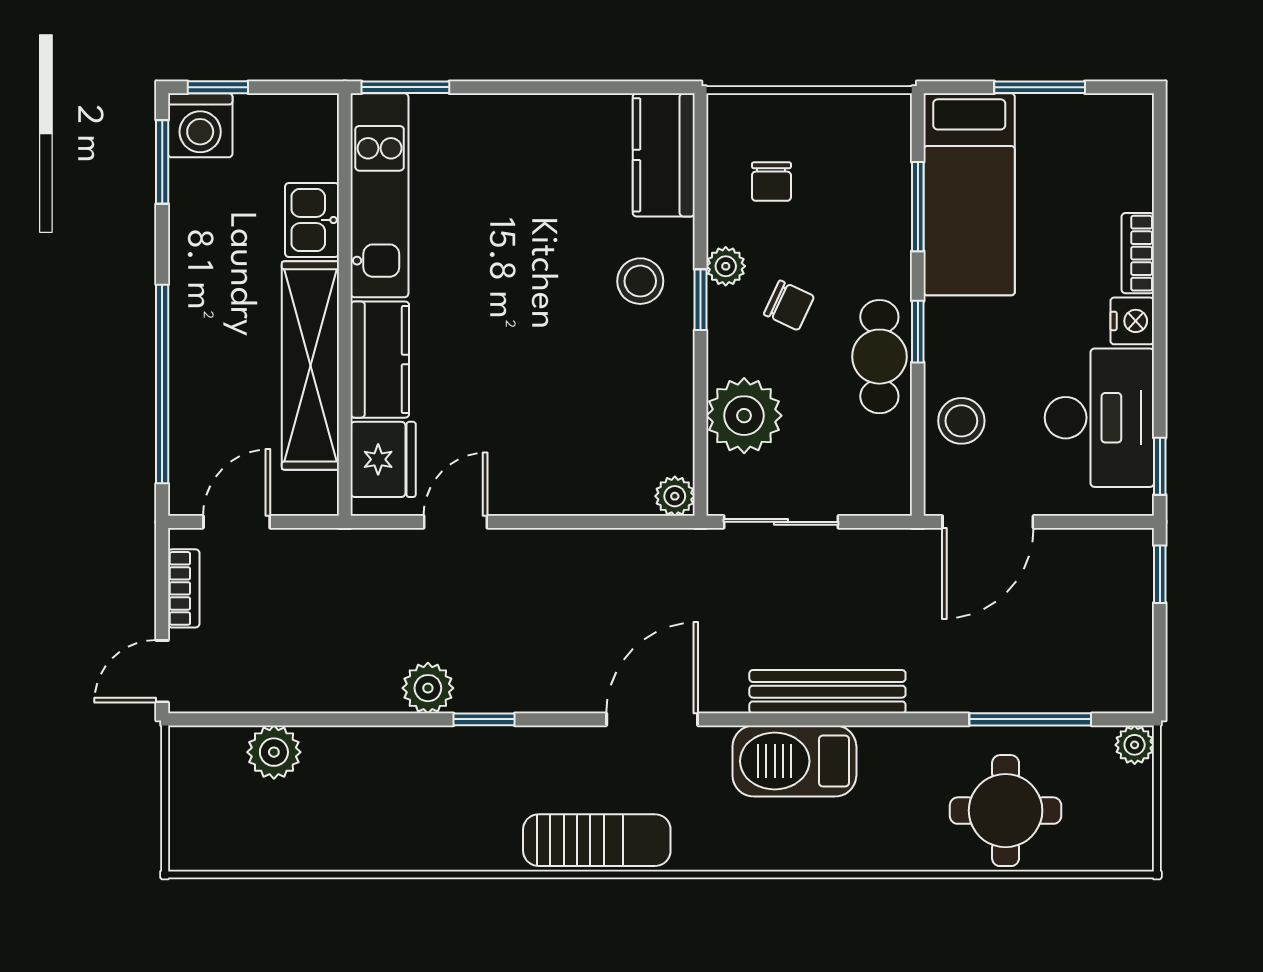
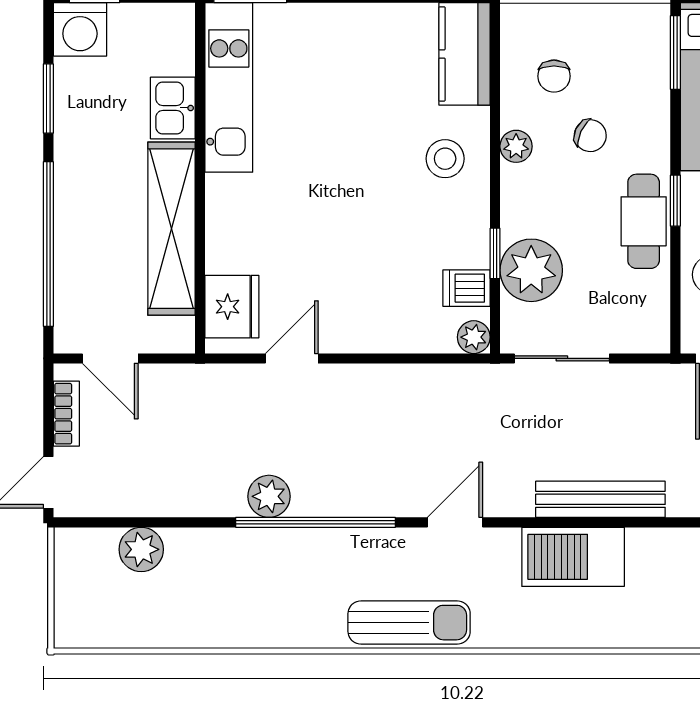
window: (162, 162) -> (48, 99), moved
window: (918, 207) -> (675, 53), moved
window: (700, 300) -> (495, 253), moved
chair: (789, 305) -> (590, 136), moved
kitchen counter: (380, 360) -> (229, 224), removed
dishwasher: (666, 437) -> (467, 288), added
door: (237, 522) -> (110, 358), swing flipped
window: (484, 719) -> (316, 522), width x3.17
door: (652, 719) -> (455, 522), width x0.73

